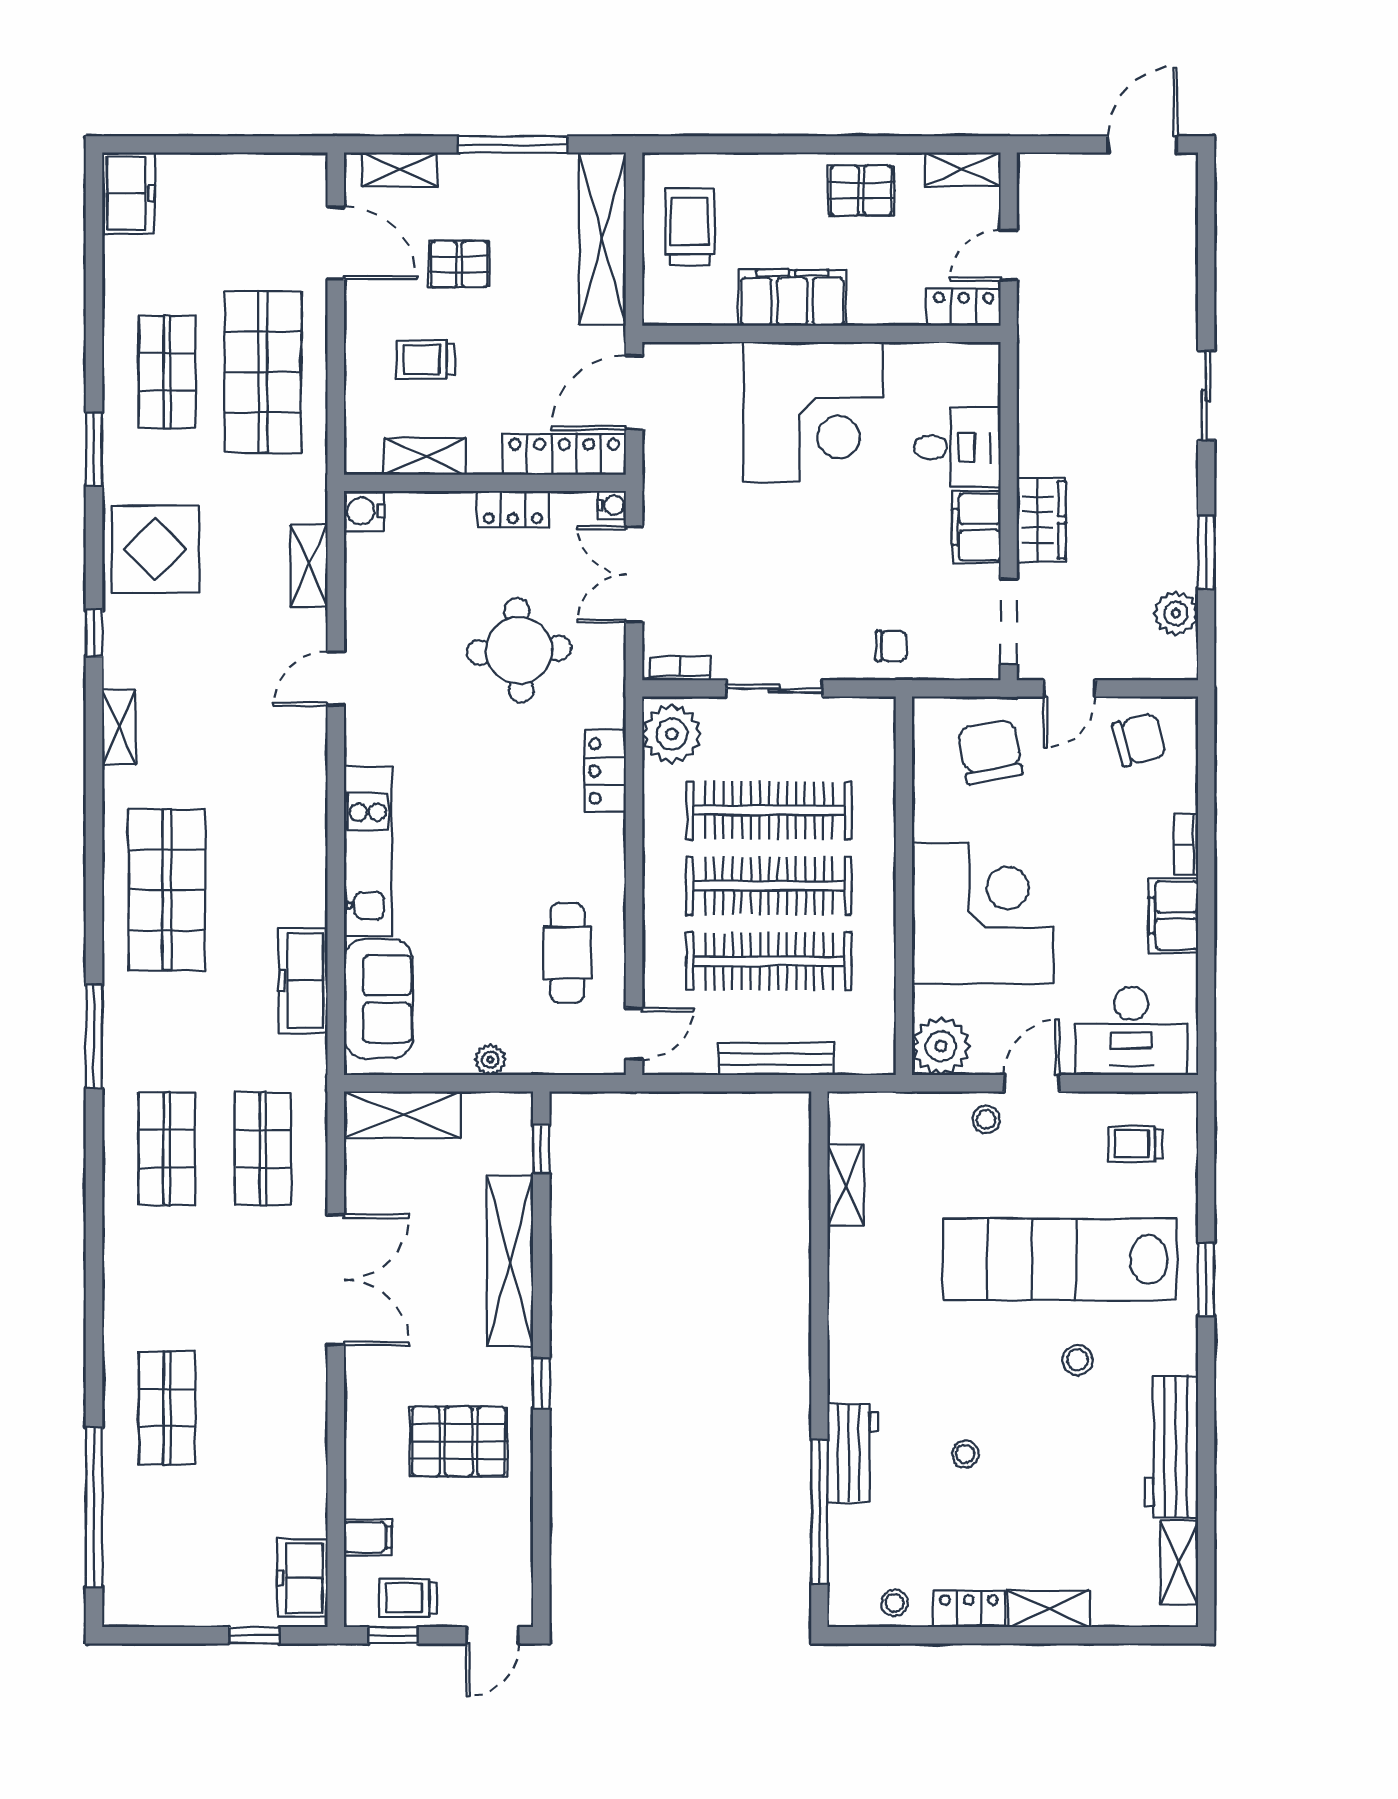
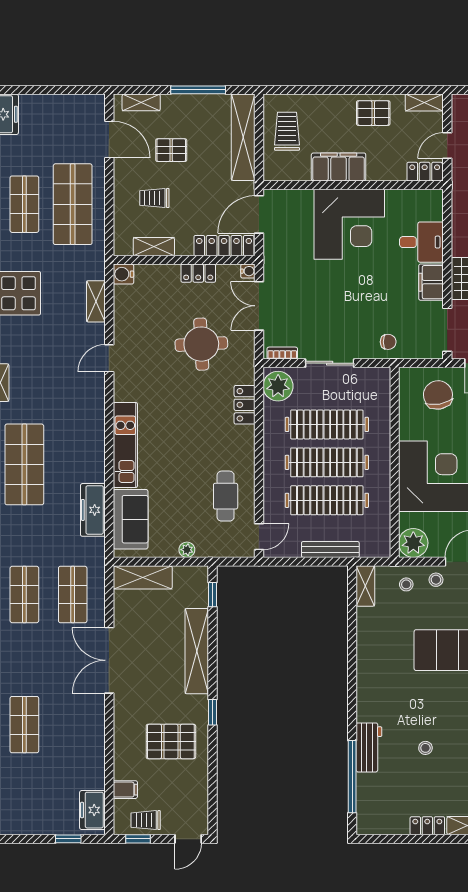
shelving: (846, 1185) -> (365, 586), moved
double door: (336, 1280) -> (109, 660), swing flipped
stool: (895, 1603) -> (406, 584), moved

